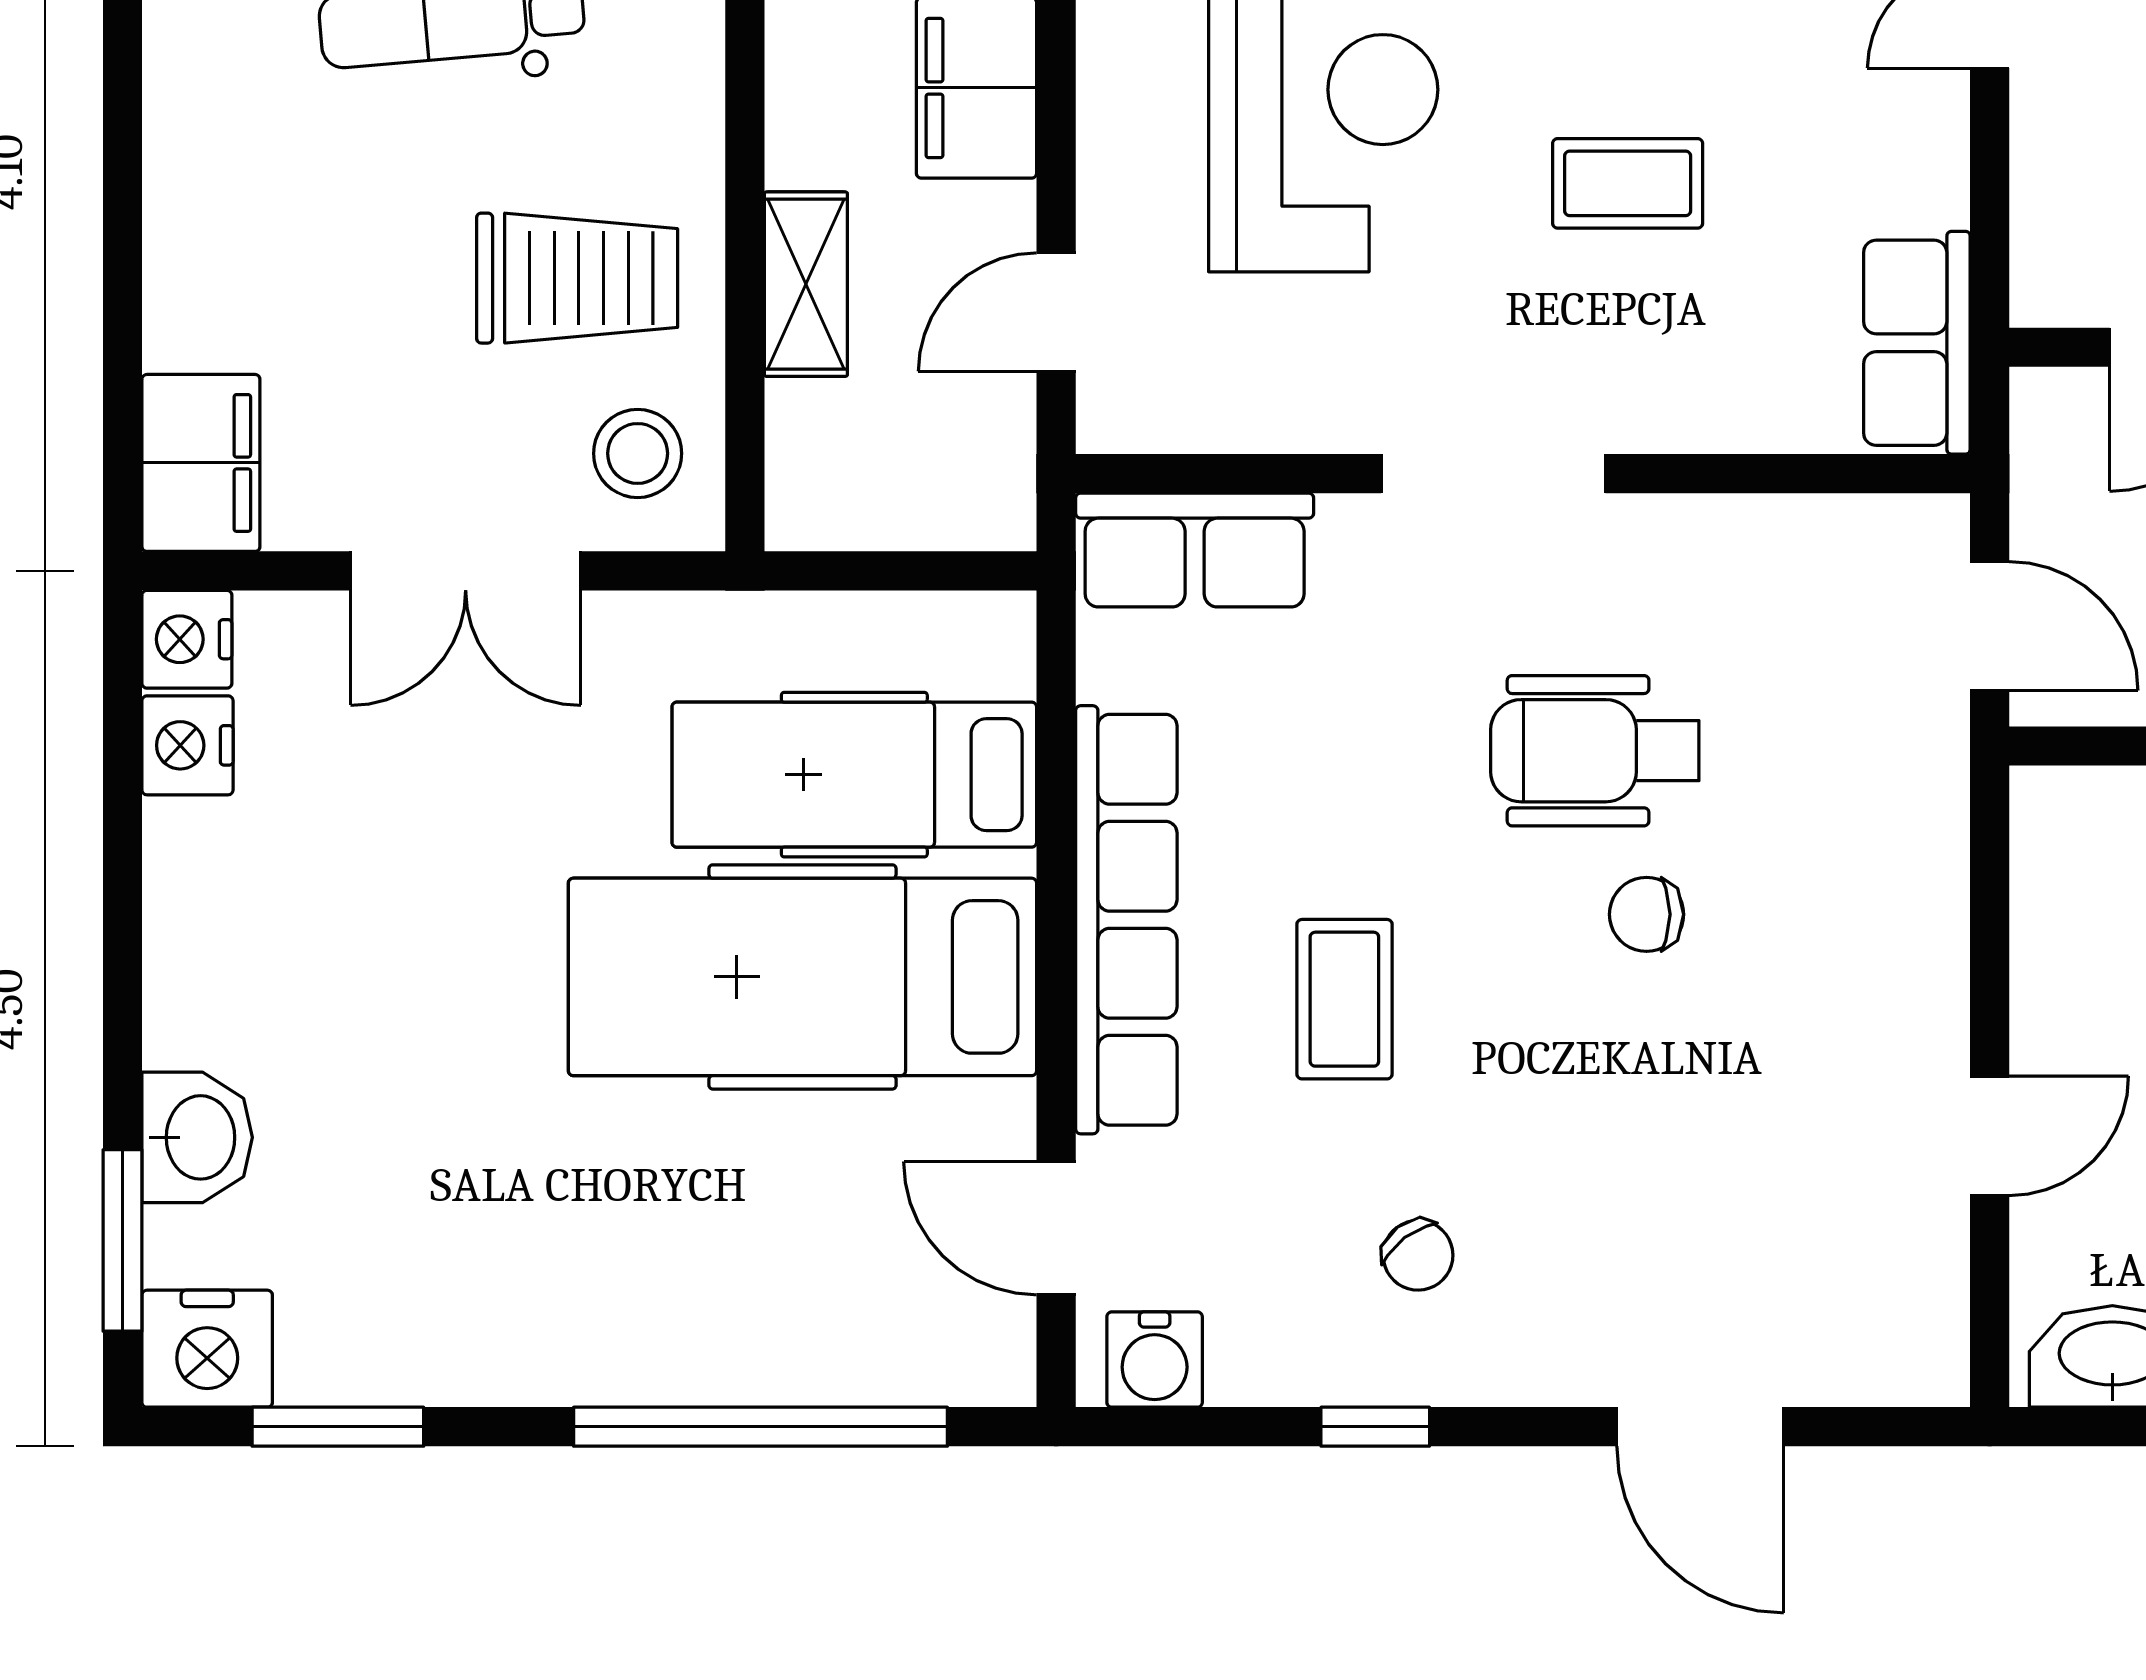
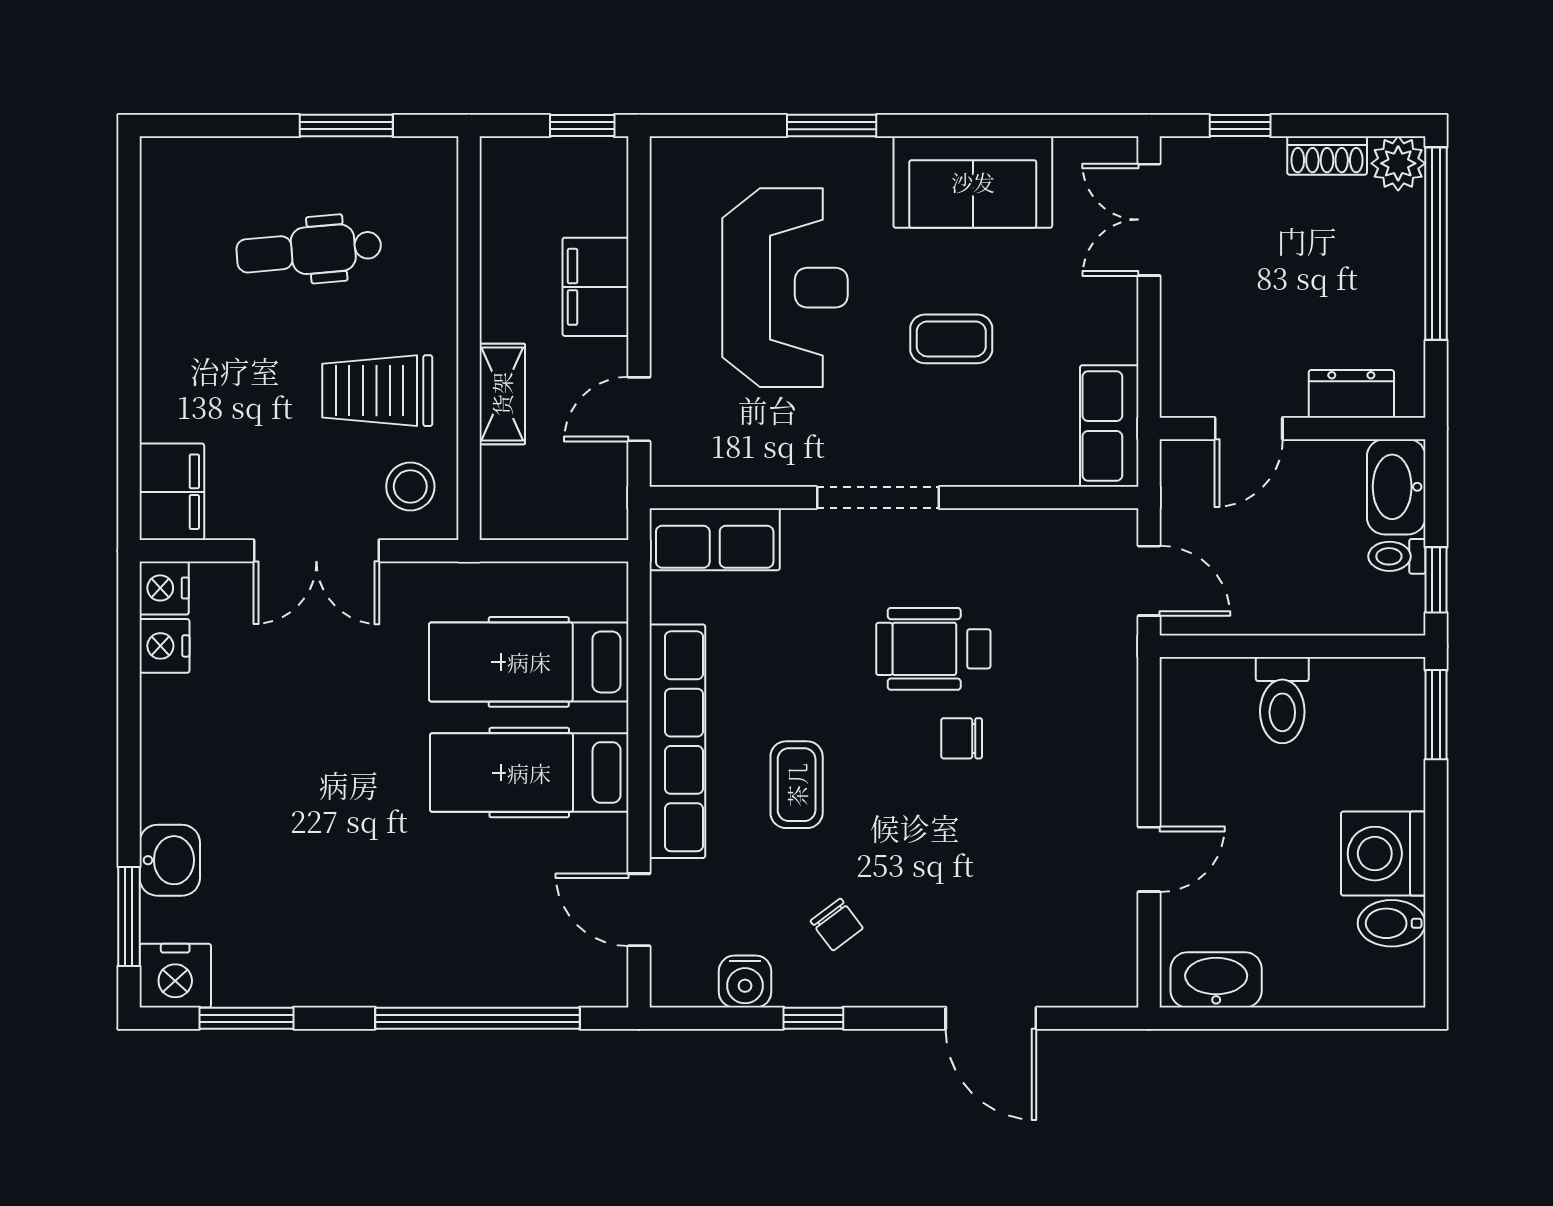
trolley: (577, 278) -> (377, 391), turned 180
hospital bed: (803, 977) -> (529, 773), width x0.73, depth x0.78
water cooler: (1155, 1360) -> (745, 982), moved

